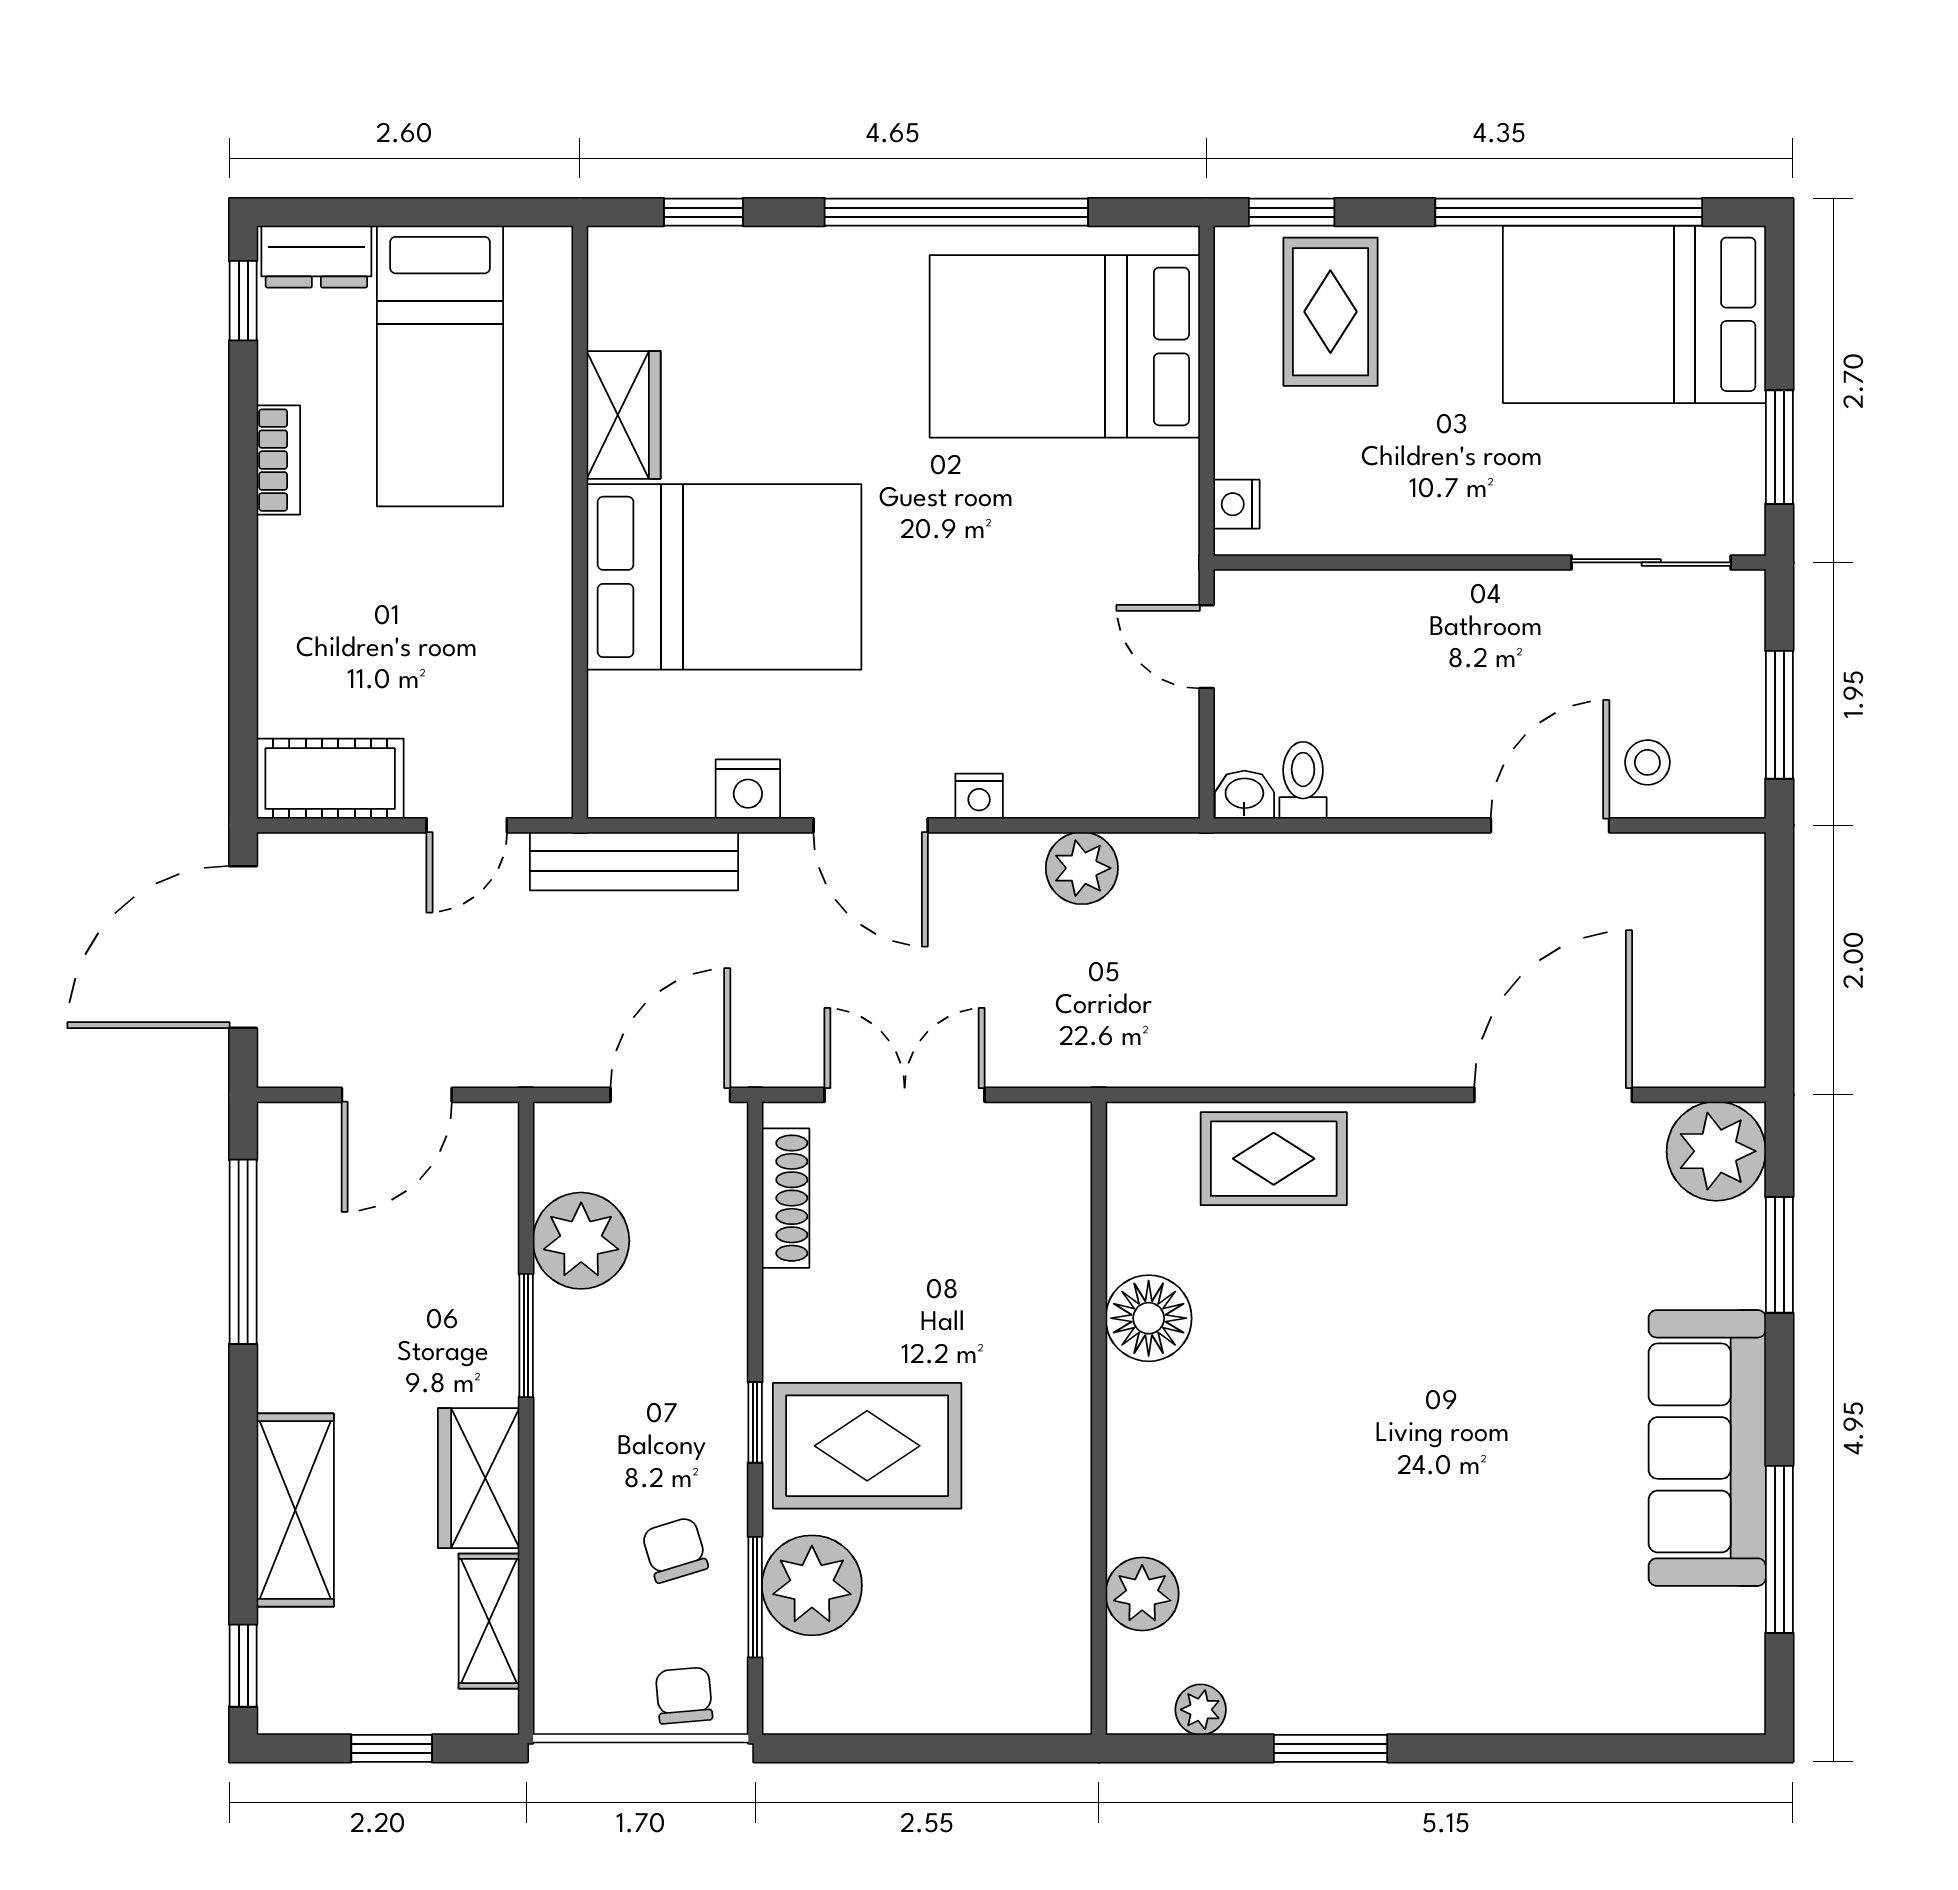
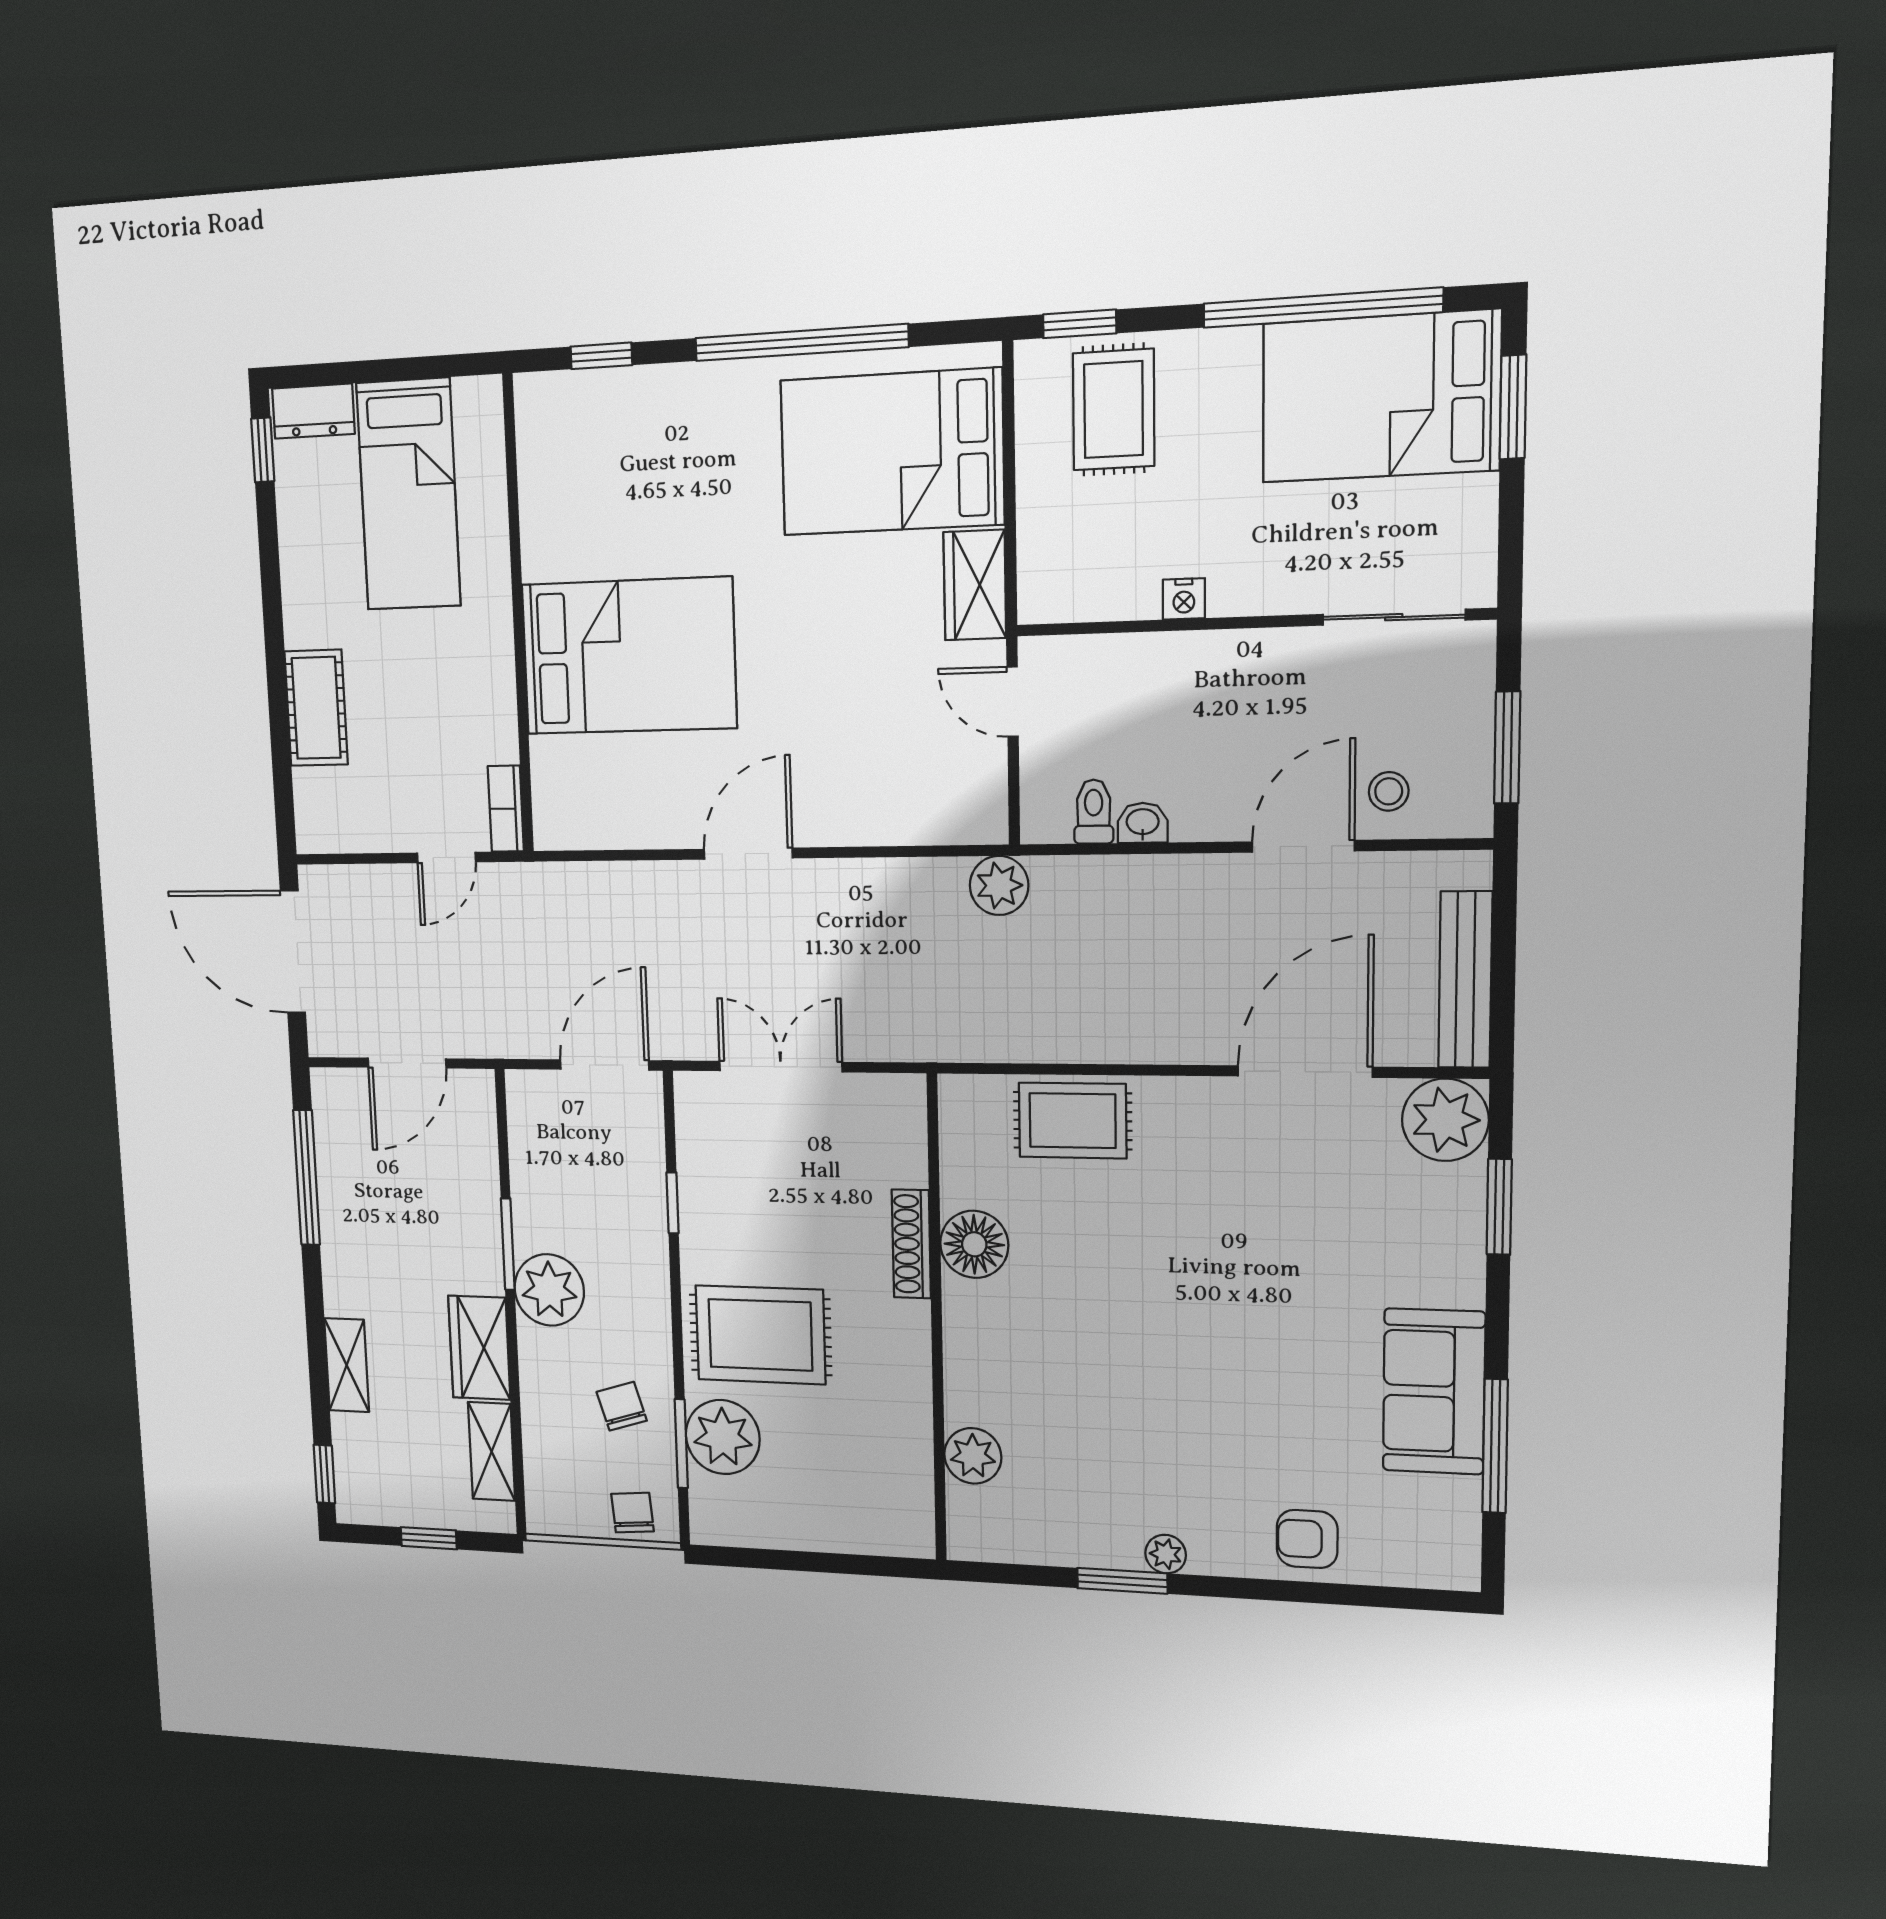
wardrobe: (624, 415) -> (975, 585), moved, turned 180
window: (1779, 447) -> (1513, 407), moved
bookcase: (278, 460) -> (506, 809), moved, turned 180
nightstand: (1236, 504) -> (1184, 599), moved, turned -90
cot: (330, 779) -> (316, 708), moved, turned 90
nightstand: (748, 789) -> (653, 826), removed
washbasin: (1244, 795) -> (1143, 823), moved
nightstand: (979, 796) -> (832, 829), removed
door: (871, 825) -> (748, 854), swing flipped
bench: (634, 861) -> (1465, 980), moved, turned 90
plant: (1082, 868) -> (999, 885), moved
door: (243, 947) -> (293, 952), hinge flipped
shoe rack: (786, 1198) -> (911, 1244), moved, turned 180
plant: (581, 1241) -> (549, 1290), moved
window: (755, 1422) -> (673, 1203), moved
sofa: (1707, 1448) -> (1434, 1391), width x0.73
shelving: (295, 1510) -> (347, 1365), width x0.67, depth x0.75
armchair: (1558, 1679) -> (1307, 1539), added
plant: (1201, 1710) -> (1166, 1554), moved

